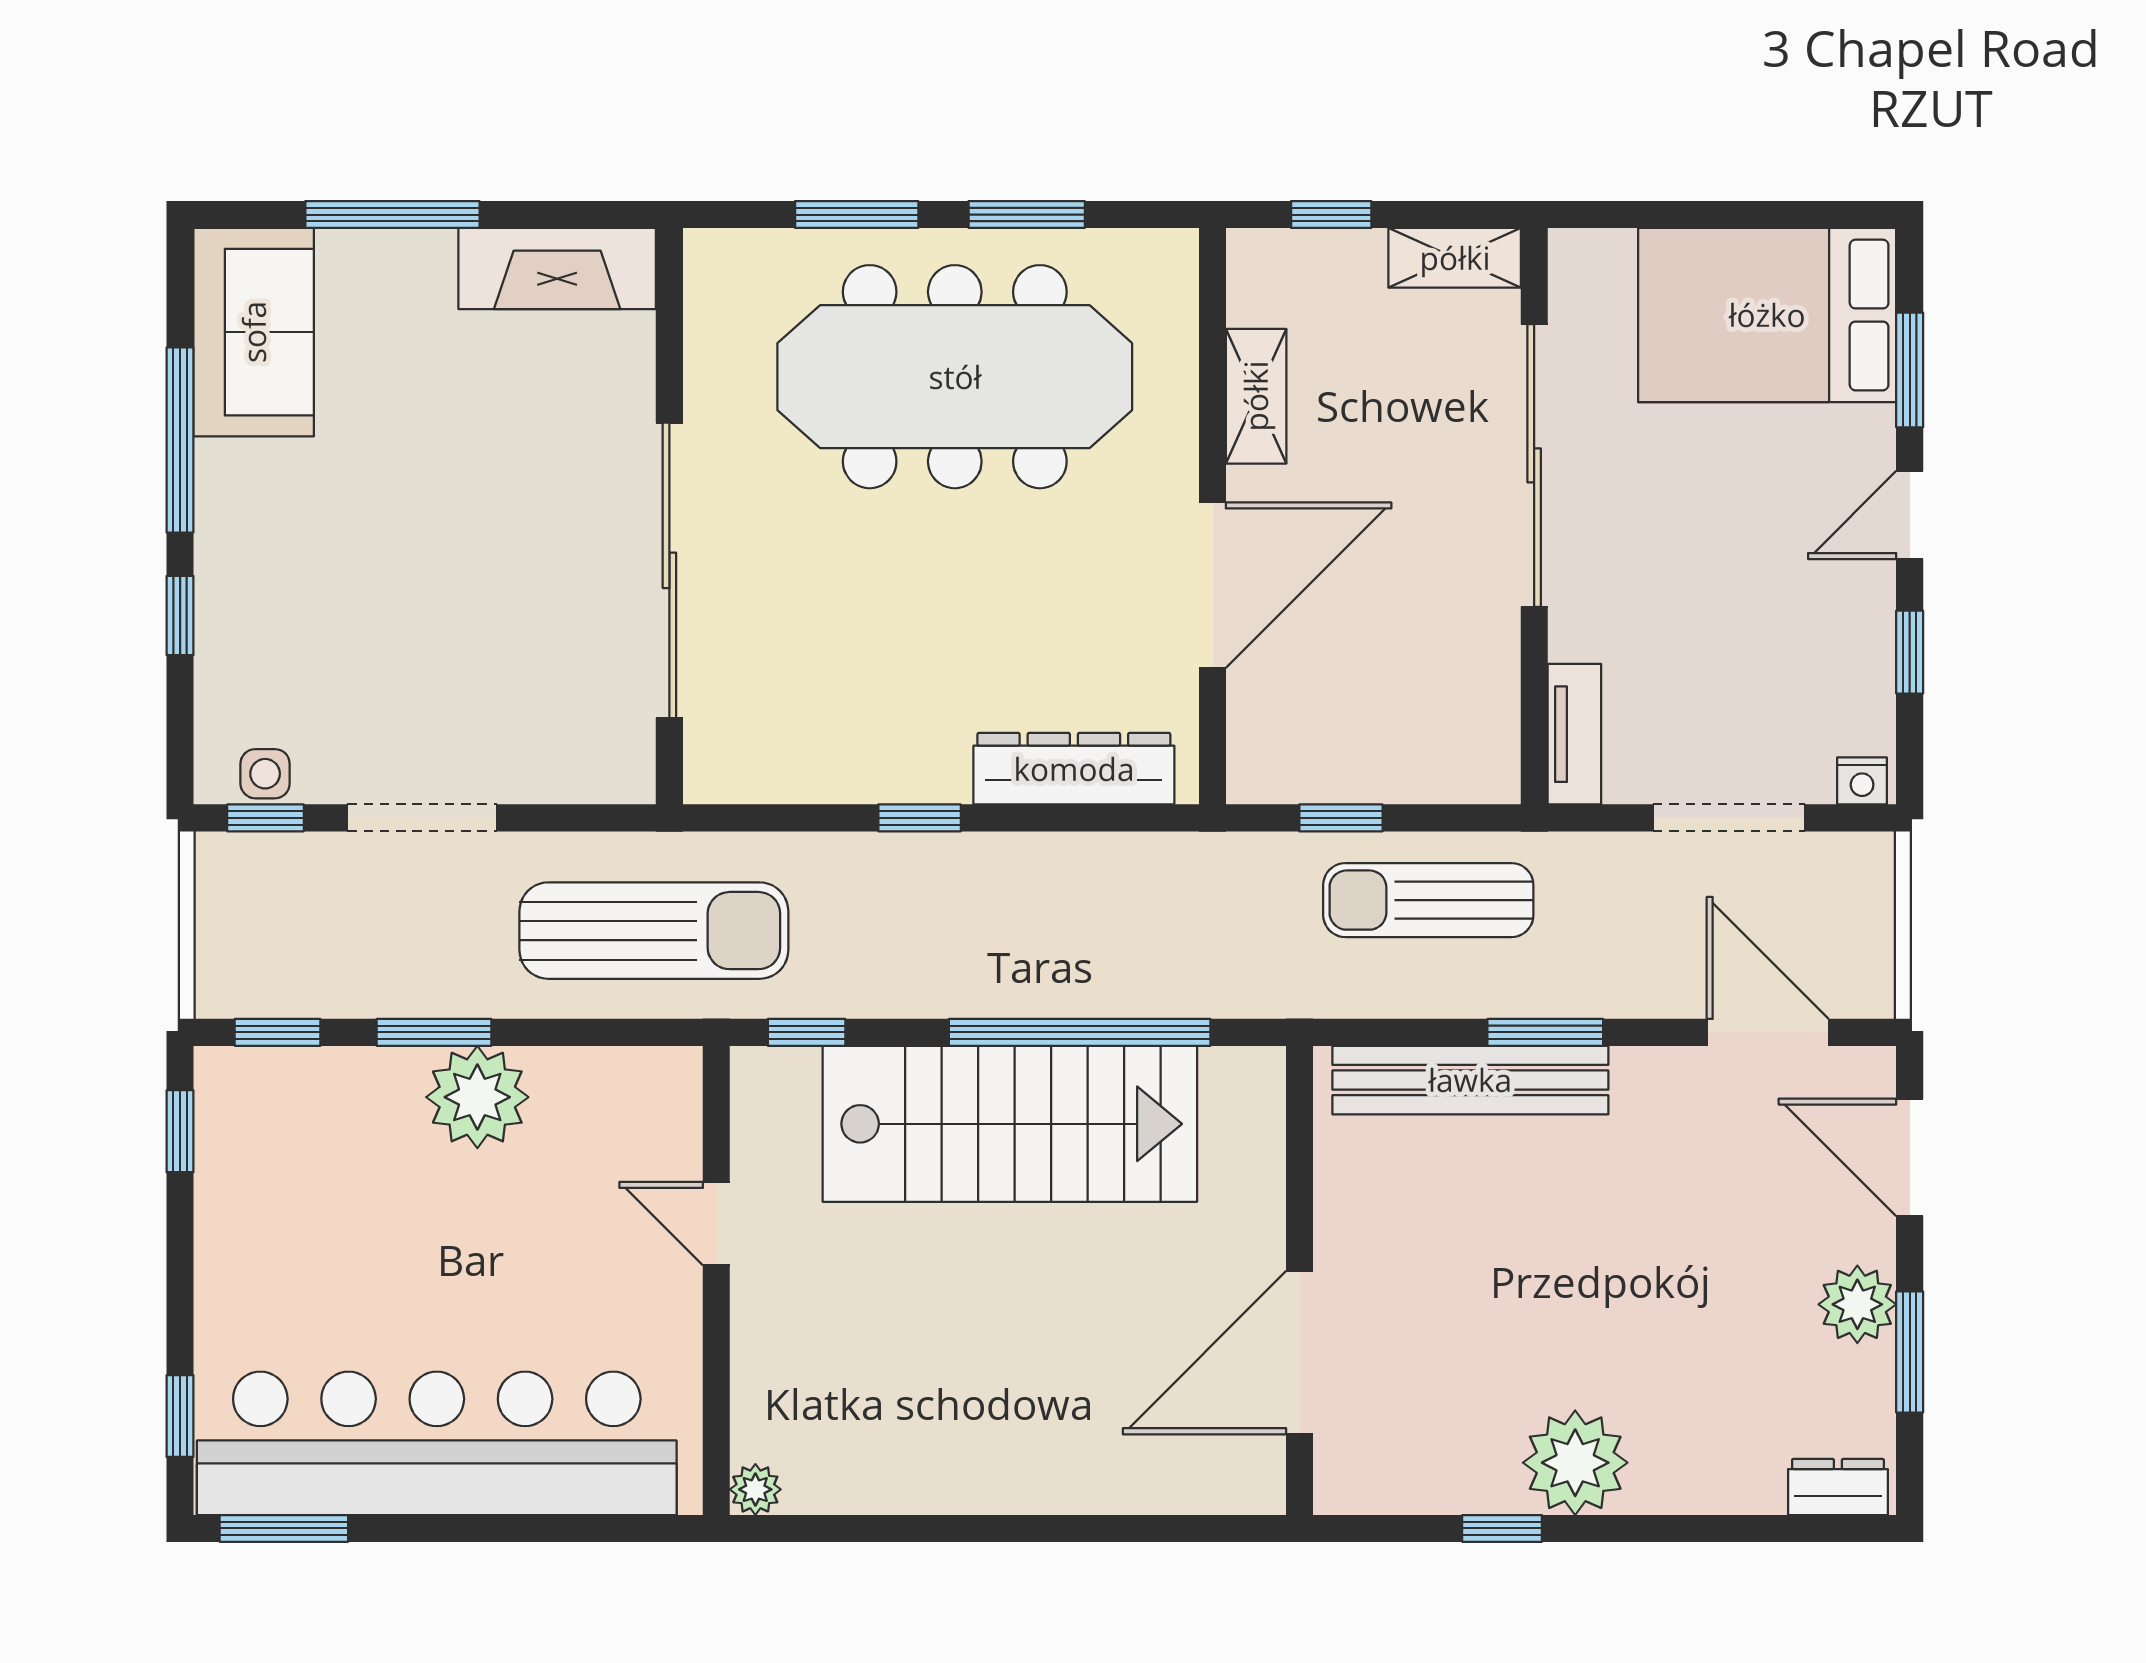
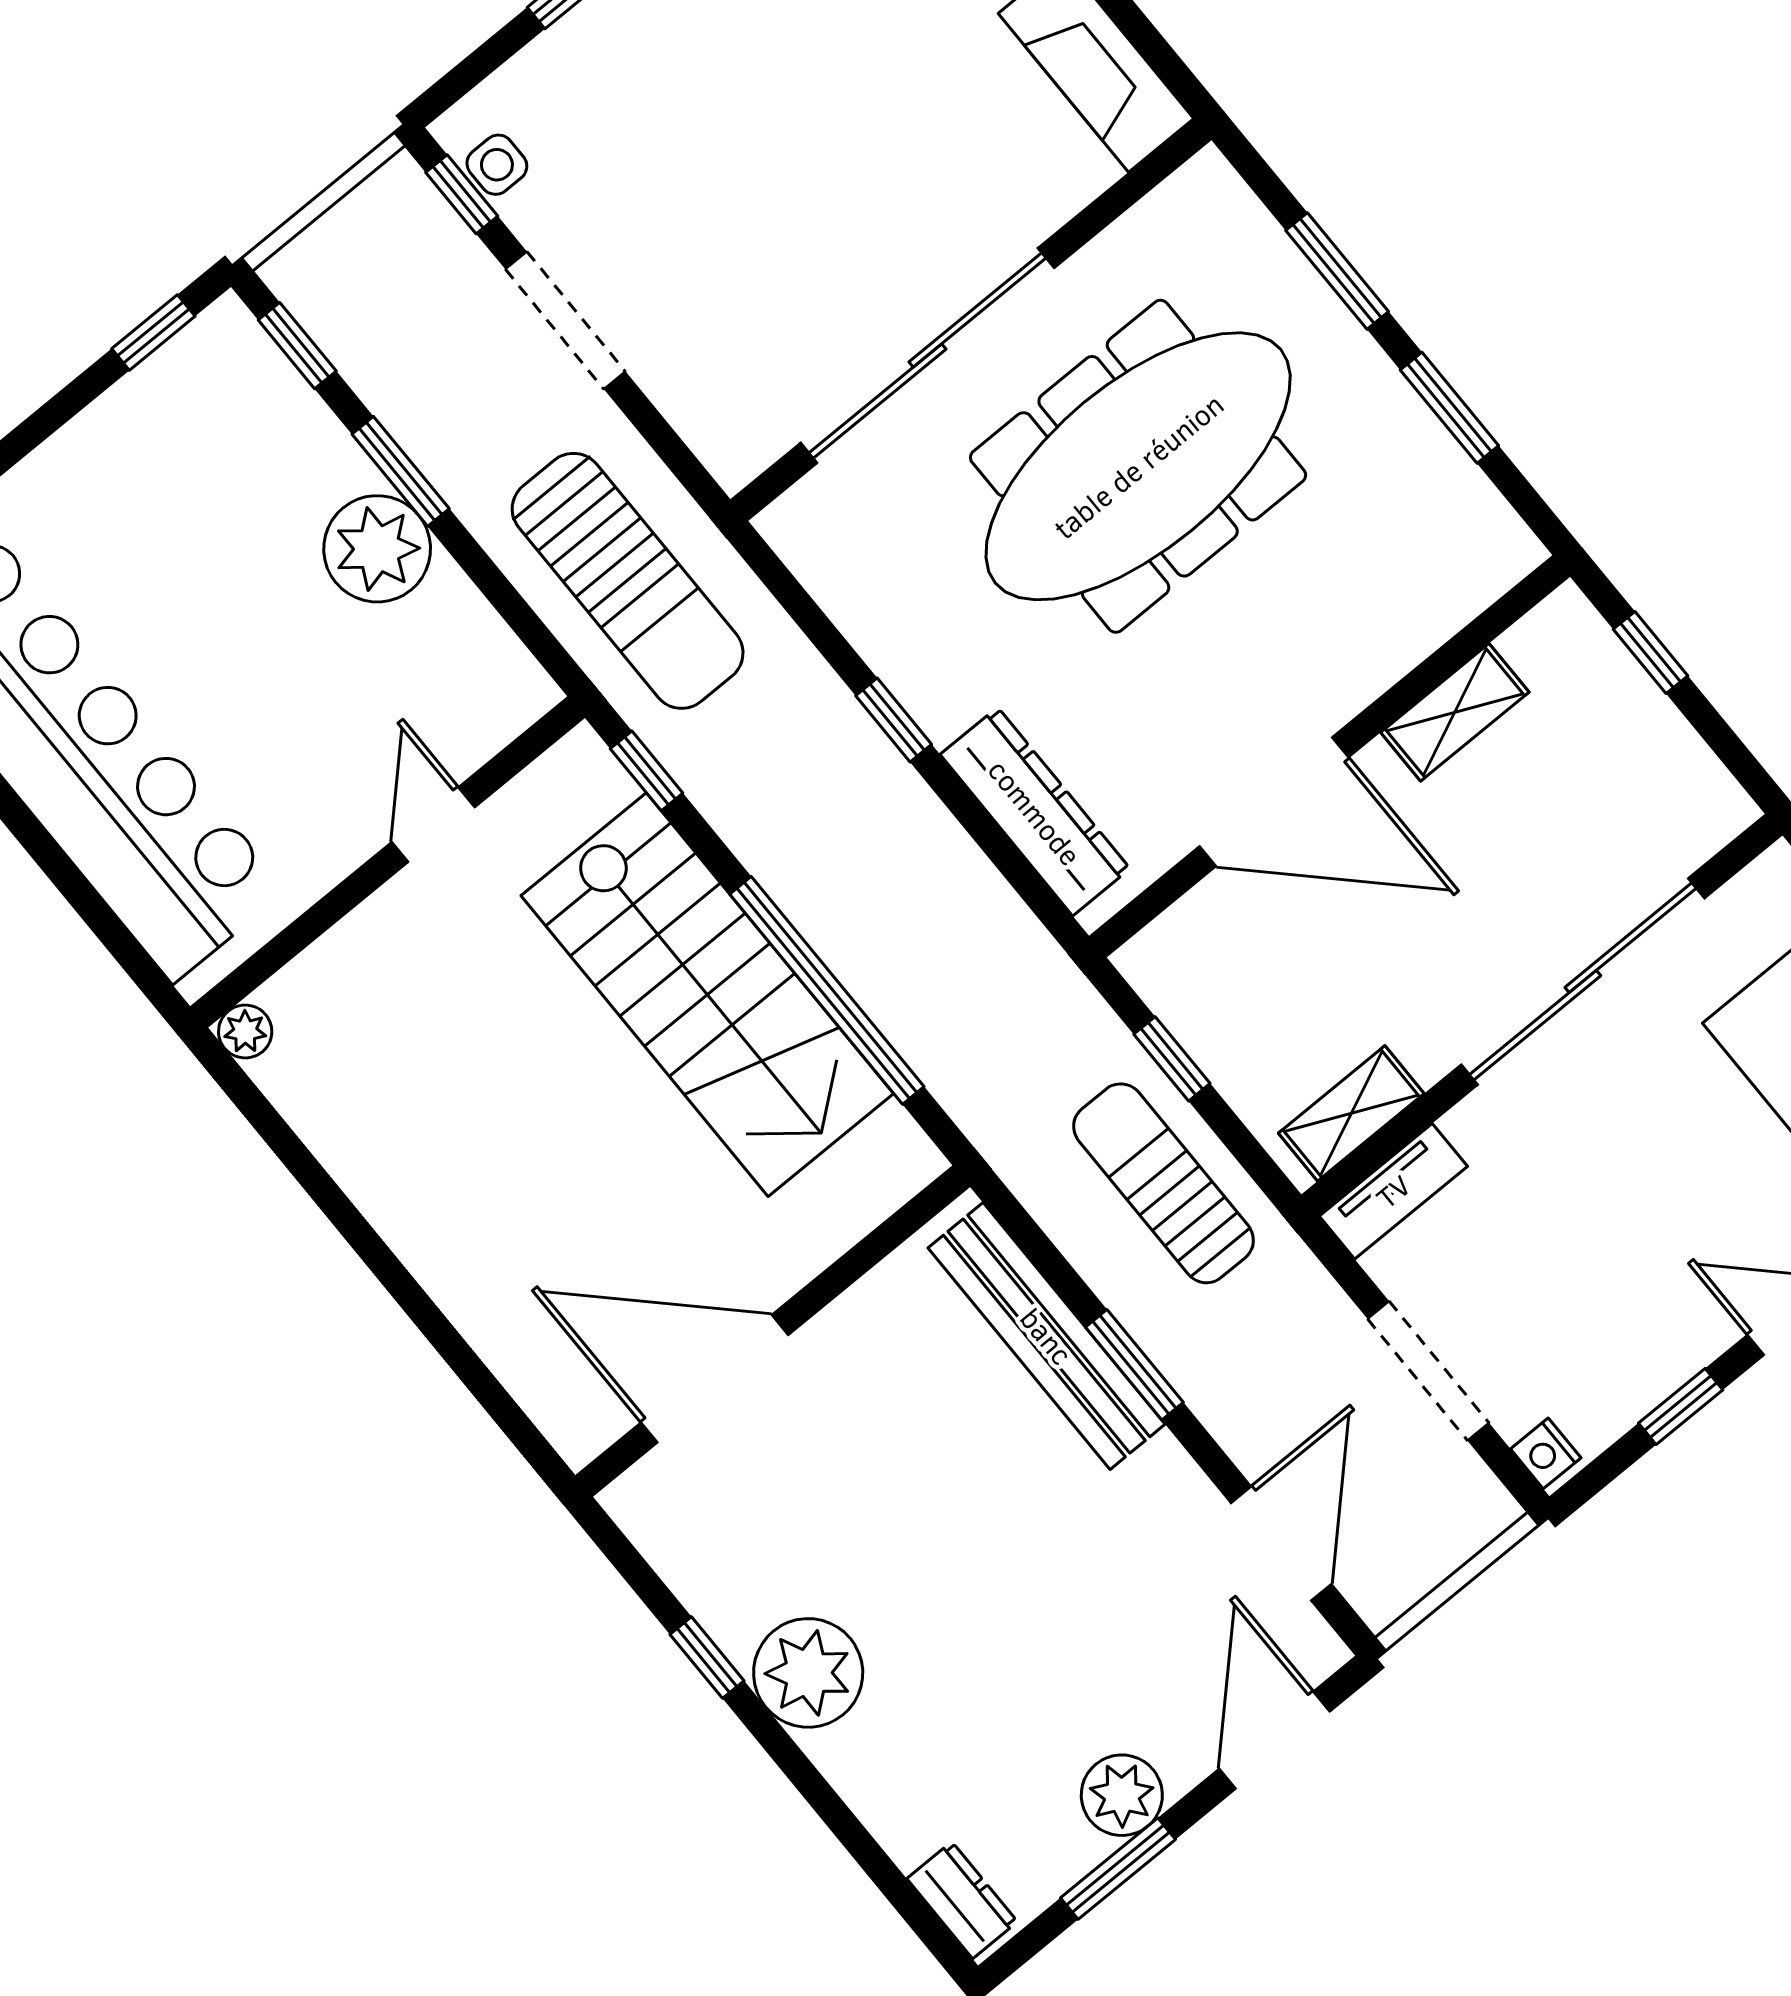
shelving: (1455, 258) -> (1351, 1113), moved, turned 90
meeting table: (955, 377) -> (1138, 466), moved, turned 90

